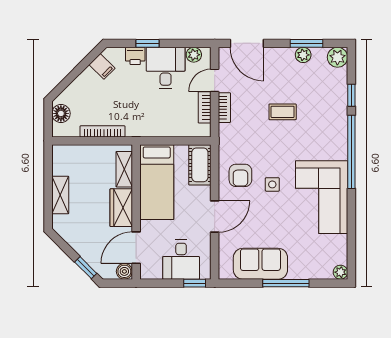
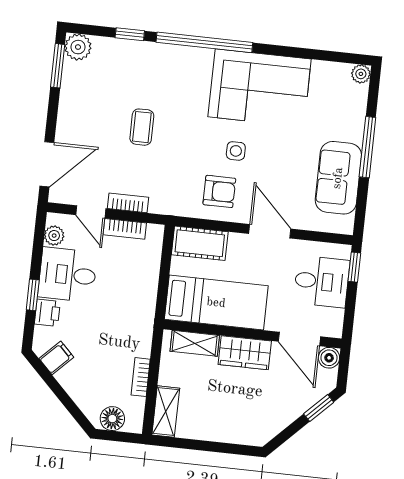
window: (306, 43) -> (58, 66), moved
plant: (303, 55) -> (70, 92), removed
bookcase: (102, 131) -> (141, 377), width x0.64
shelving: (60, 195) -> (166, 412), moved, turned 90

